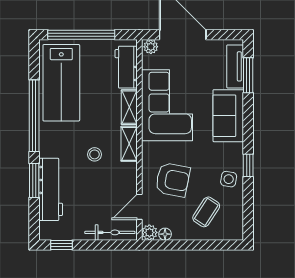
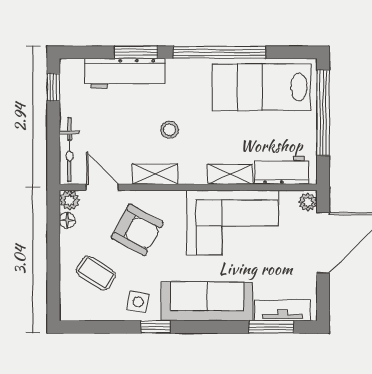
sofa: (228, 116) -> (207, 301), width x1.36
shelving: (129, 144) -> (155, 174), moved
armchair: (173, 180) -> (137, 230), turned -72

